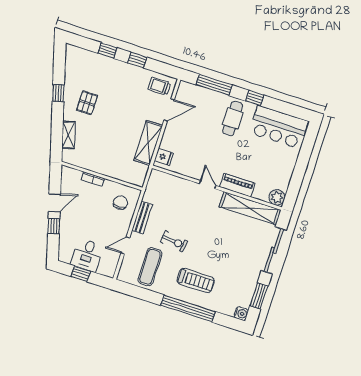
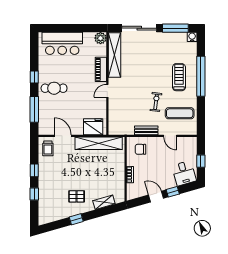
bar counter: (279, 127) -> (62, 43), moved, turned 90
shelving: (148, 143) -> (99, 143), width x1.47
fridge: (164, 157) -> (93, 127), width x1.88, depth x1.34
desk: (87, 255) -> (184, 173), moved, turned 74
window: (259, 296) -> (175, 28), width x1.44

